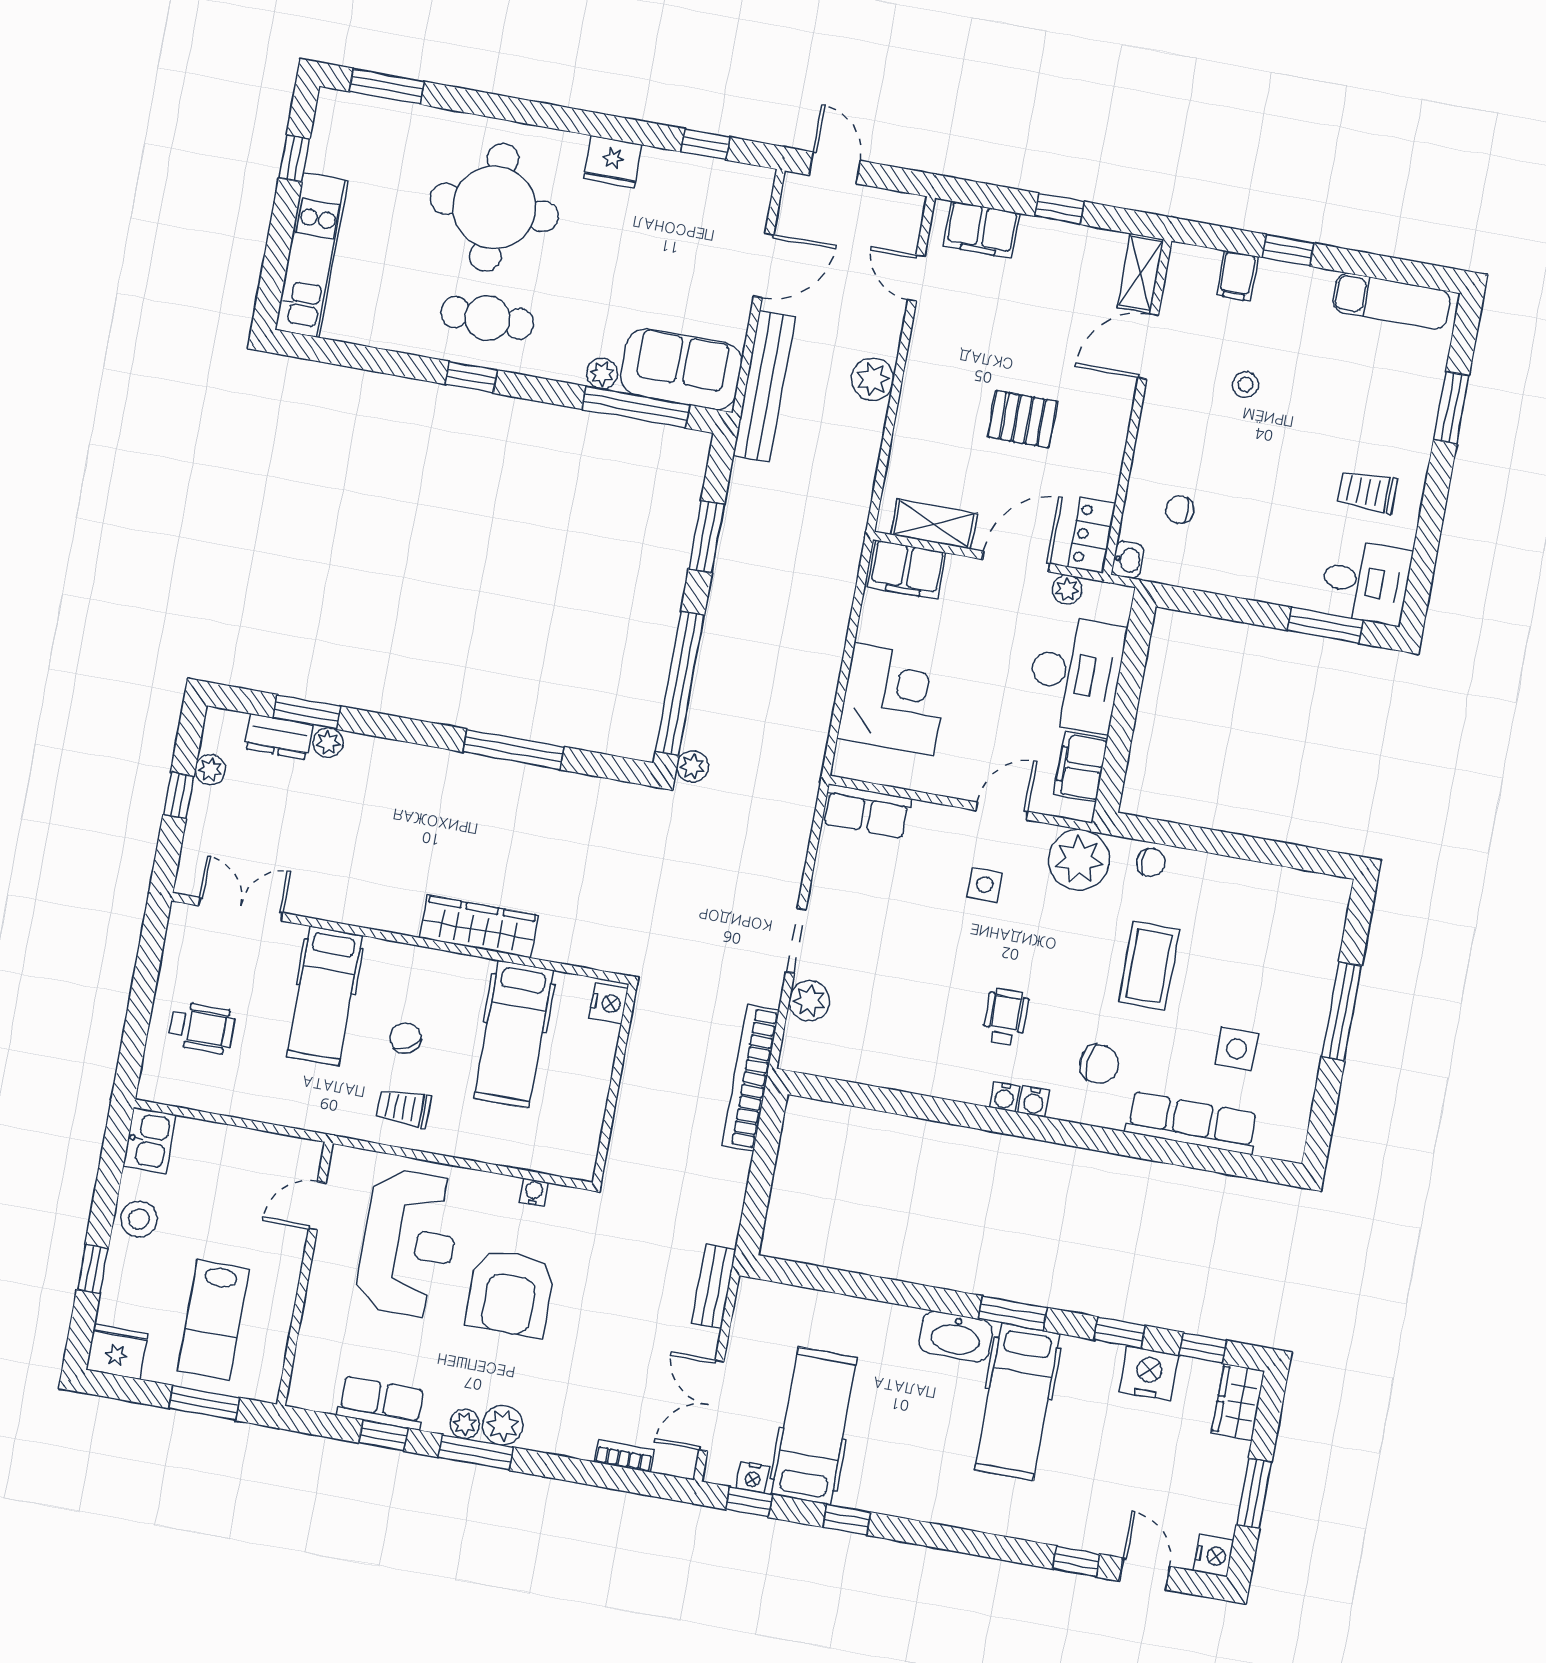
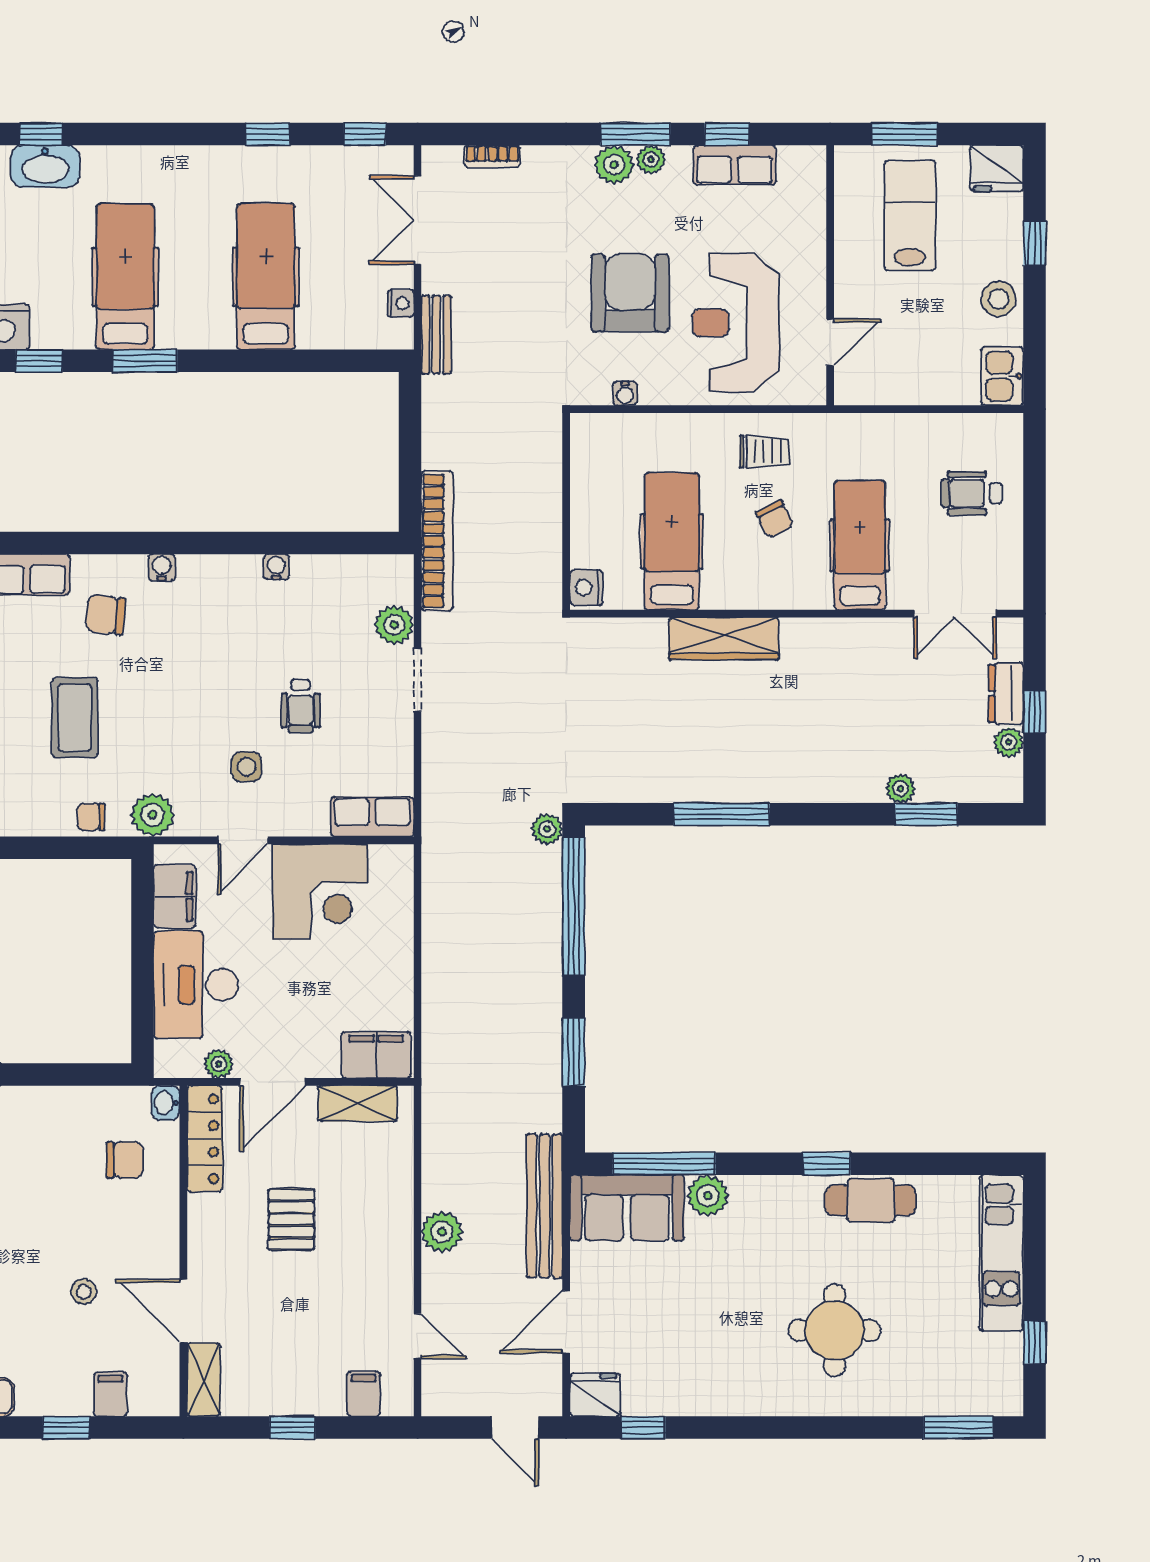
fridge: (613, 162) -> (595, 1395), moved
round table: (494, 207) -> (834, 1330), width x0.73, depth x0.73
filing cabinet: (981, 230) -> (364, 1394), width x0.50
cafe table: (487, 318) -> (871, 1200), moved
door: (1148, 347) -> (183, 1311), swing flipped
plant: (602, 374) -> (708, 1196), width x1.38, depth x1.38
pallet: (1022, 419) -> (291, 1219), turned 90
chair: (1180, 510) -> (125, 1160), width x1.37, depth x1.37
locker: (1092, 535) -> (205, 1139), width x1.53
corner desk: (893, 699) -> (320, 892), moved, turned -90
dresser: (279, 737) -> (1006, 694), moved, turned -90
plant: (1079, 860) -> (153, 815), width x0.73, depth x0.73
wheelchair: (1006, 1017) -> (301, 706), moved
water cooler: (1004, 1097) -> (276, 567), moved
washbasin: (956, 1337) -> (45, 166), moved, turned 180
double door: (711, 1406) -> (418, 220), swing flipped
hospital bed: (814, 1426) -> (266, 277), moved, turned 180
nightstand: (753, 1477) -> (401, 303), moved, turned 90

